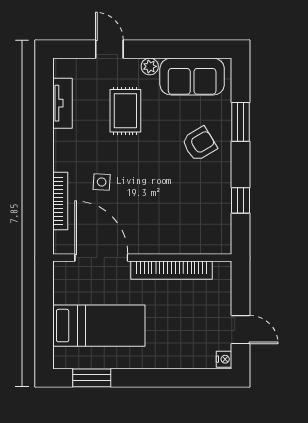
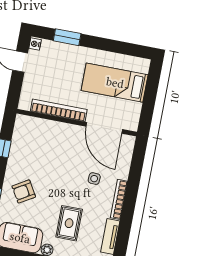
bookcase: (60, 201) -> (119, 199), moved
window: (92, 378) -> (67, 37), moved

